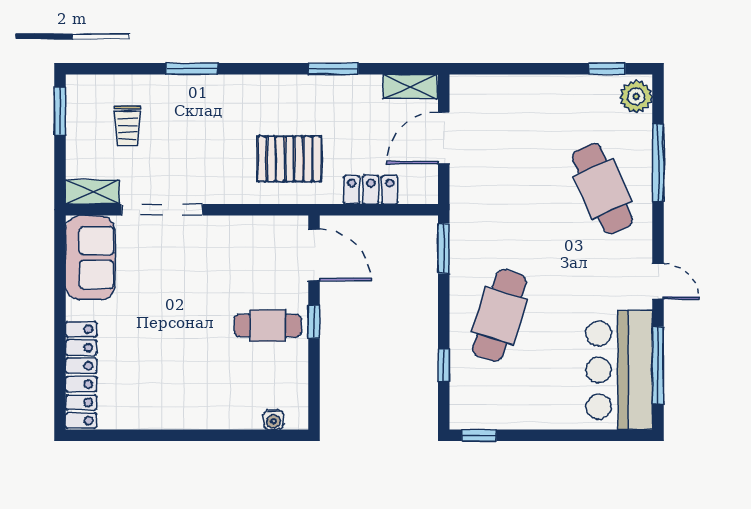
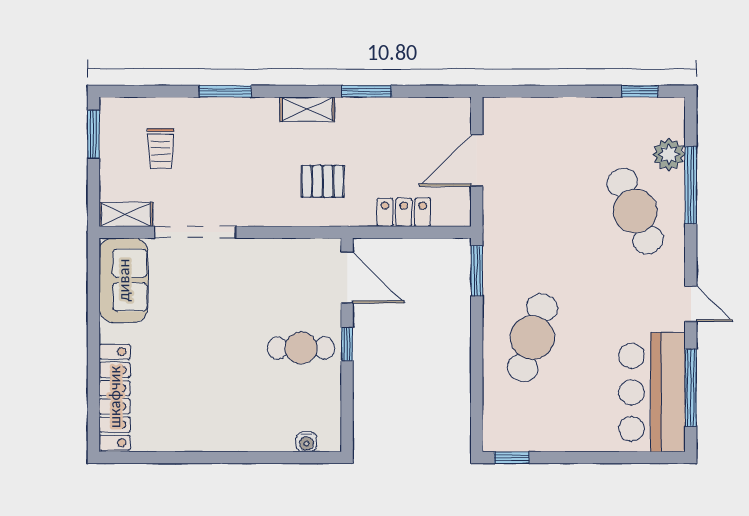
shelving: (410, 87) -> (307, 109), moved
plant: (636, 96) -> (669, 154), moved
pallet: (289, 159) -> (323, 181), width x0.67, depth x0.71
window: (444, 365) -> (477, 387), removed

